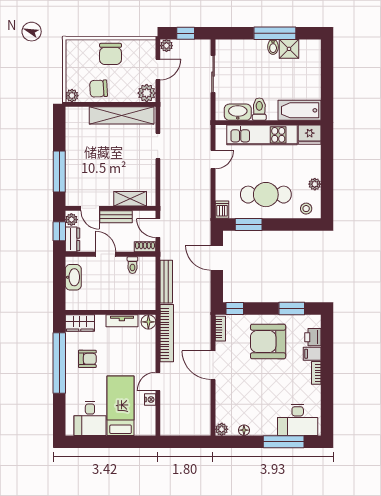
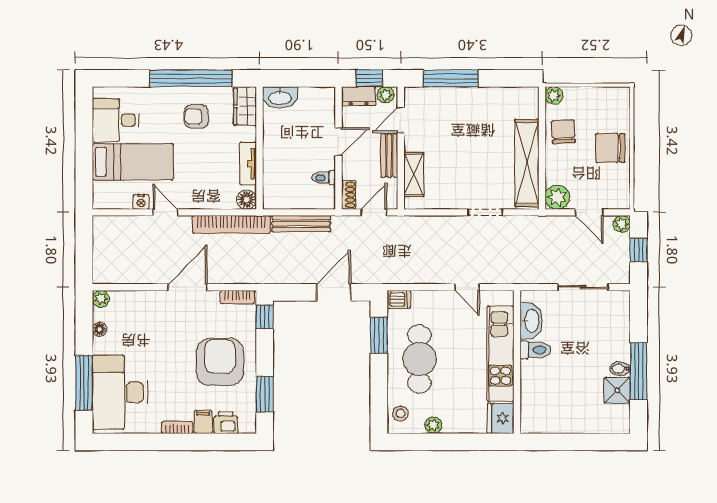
bathtub: (300, 110) -> (534, 405), removed
washbasin: (73, 277) -> (280, 97), moved
armchair: (87, 359) -> (196, 117), turned 90
desk: (298, 420) -> (120, 392), width x1.36, depth x1.30

